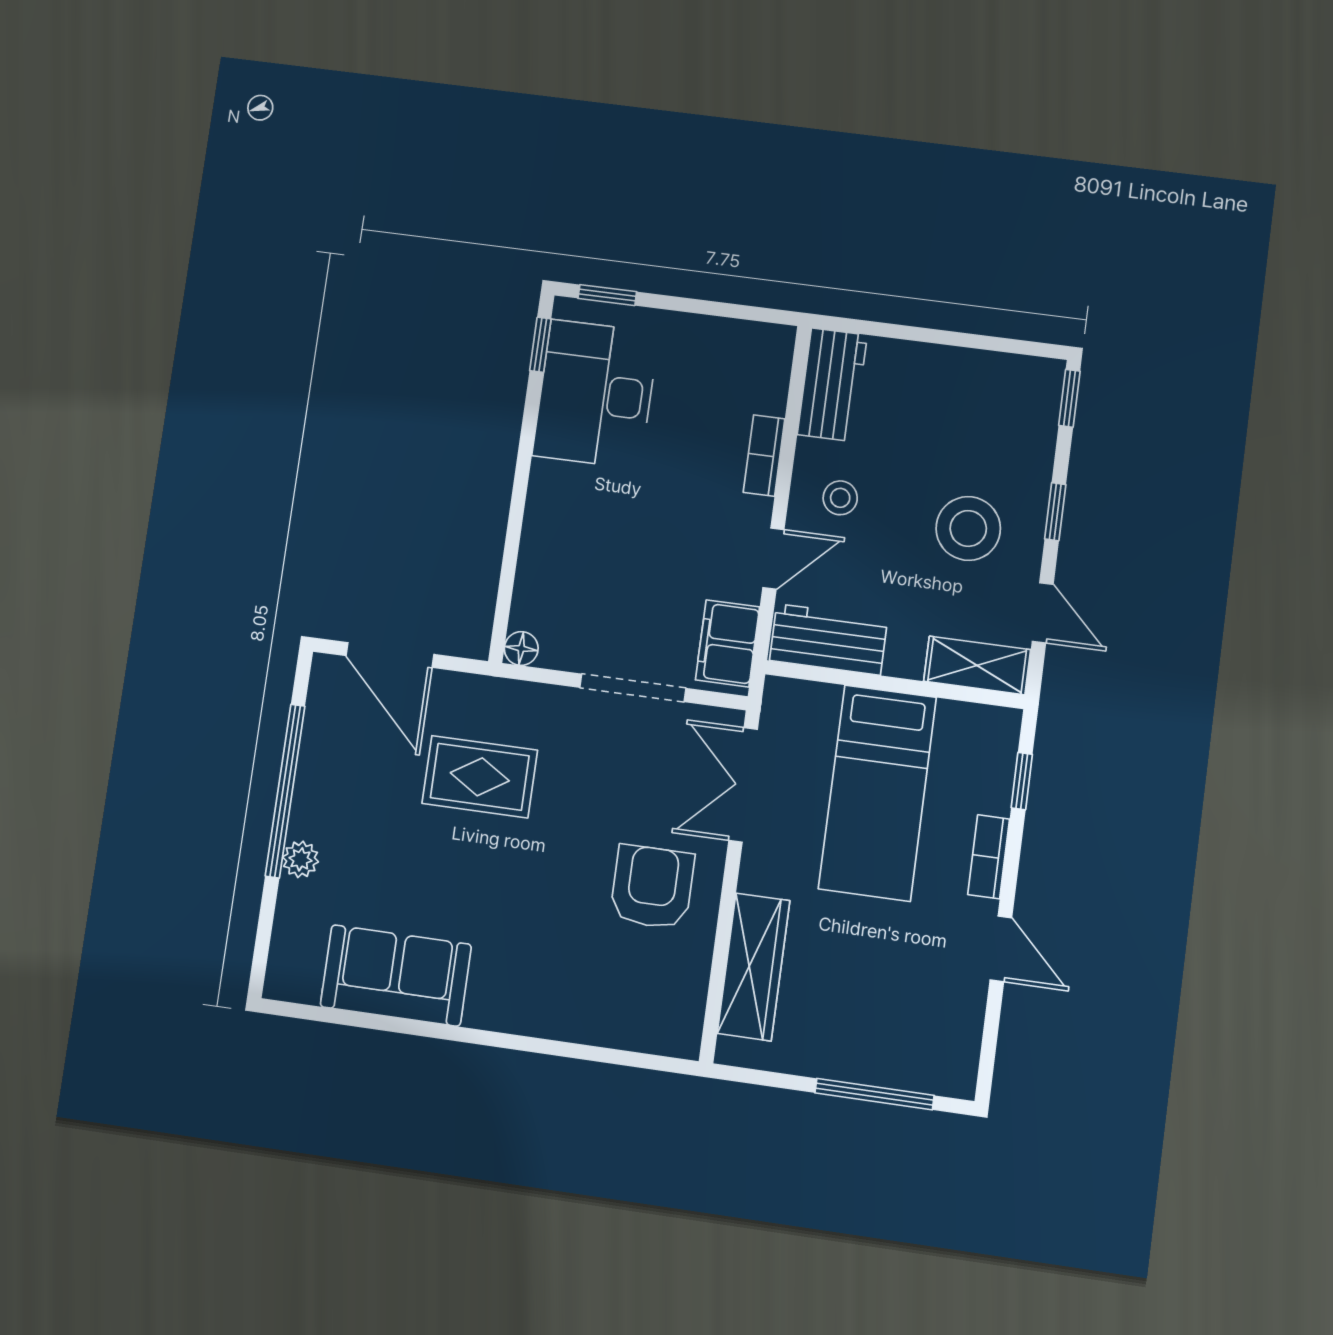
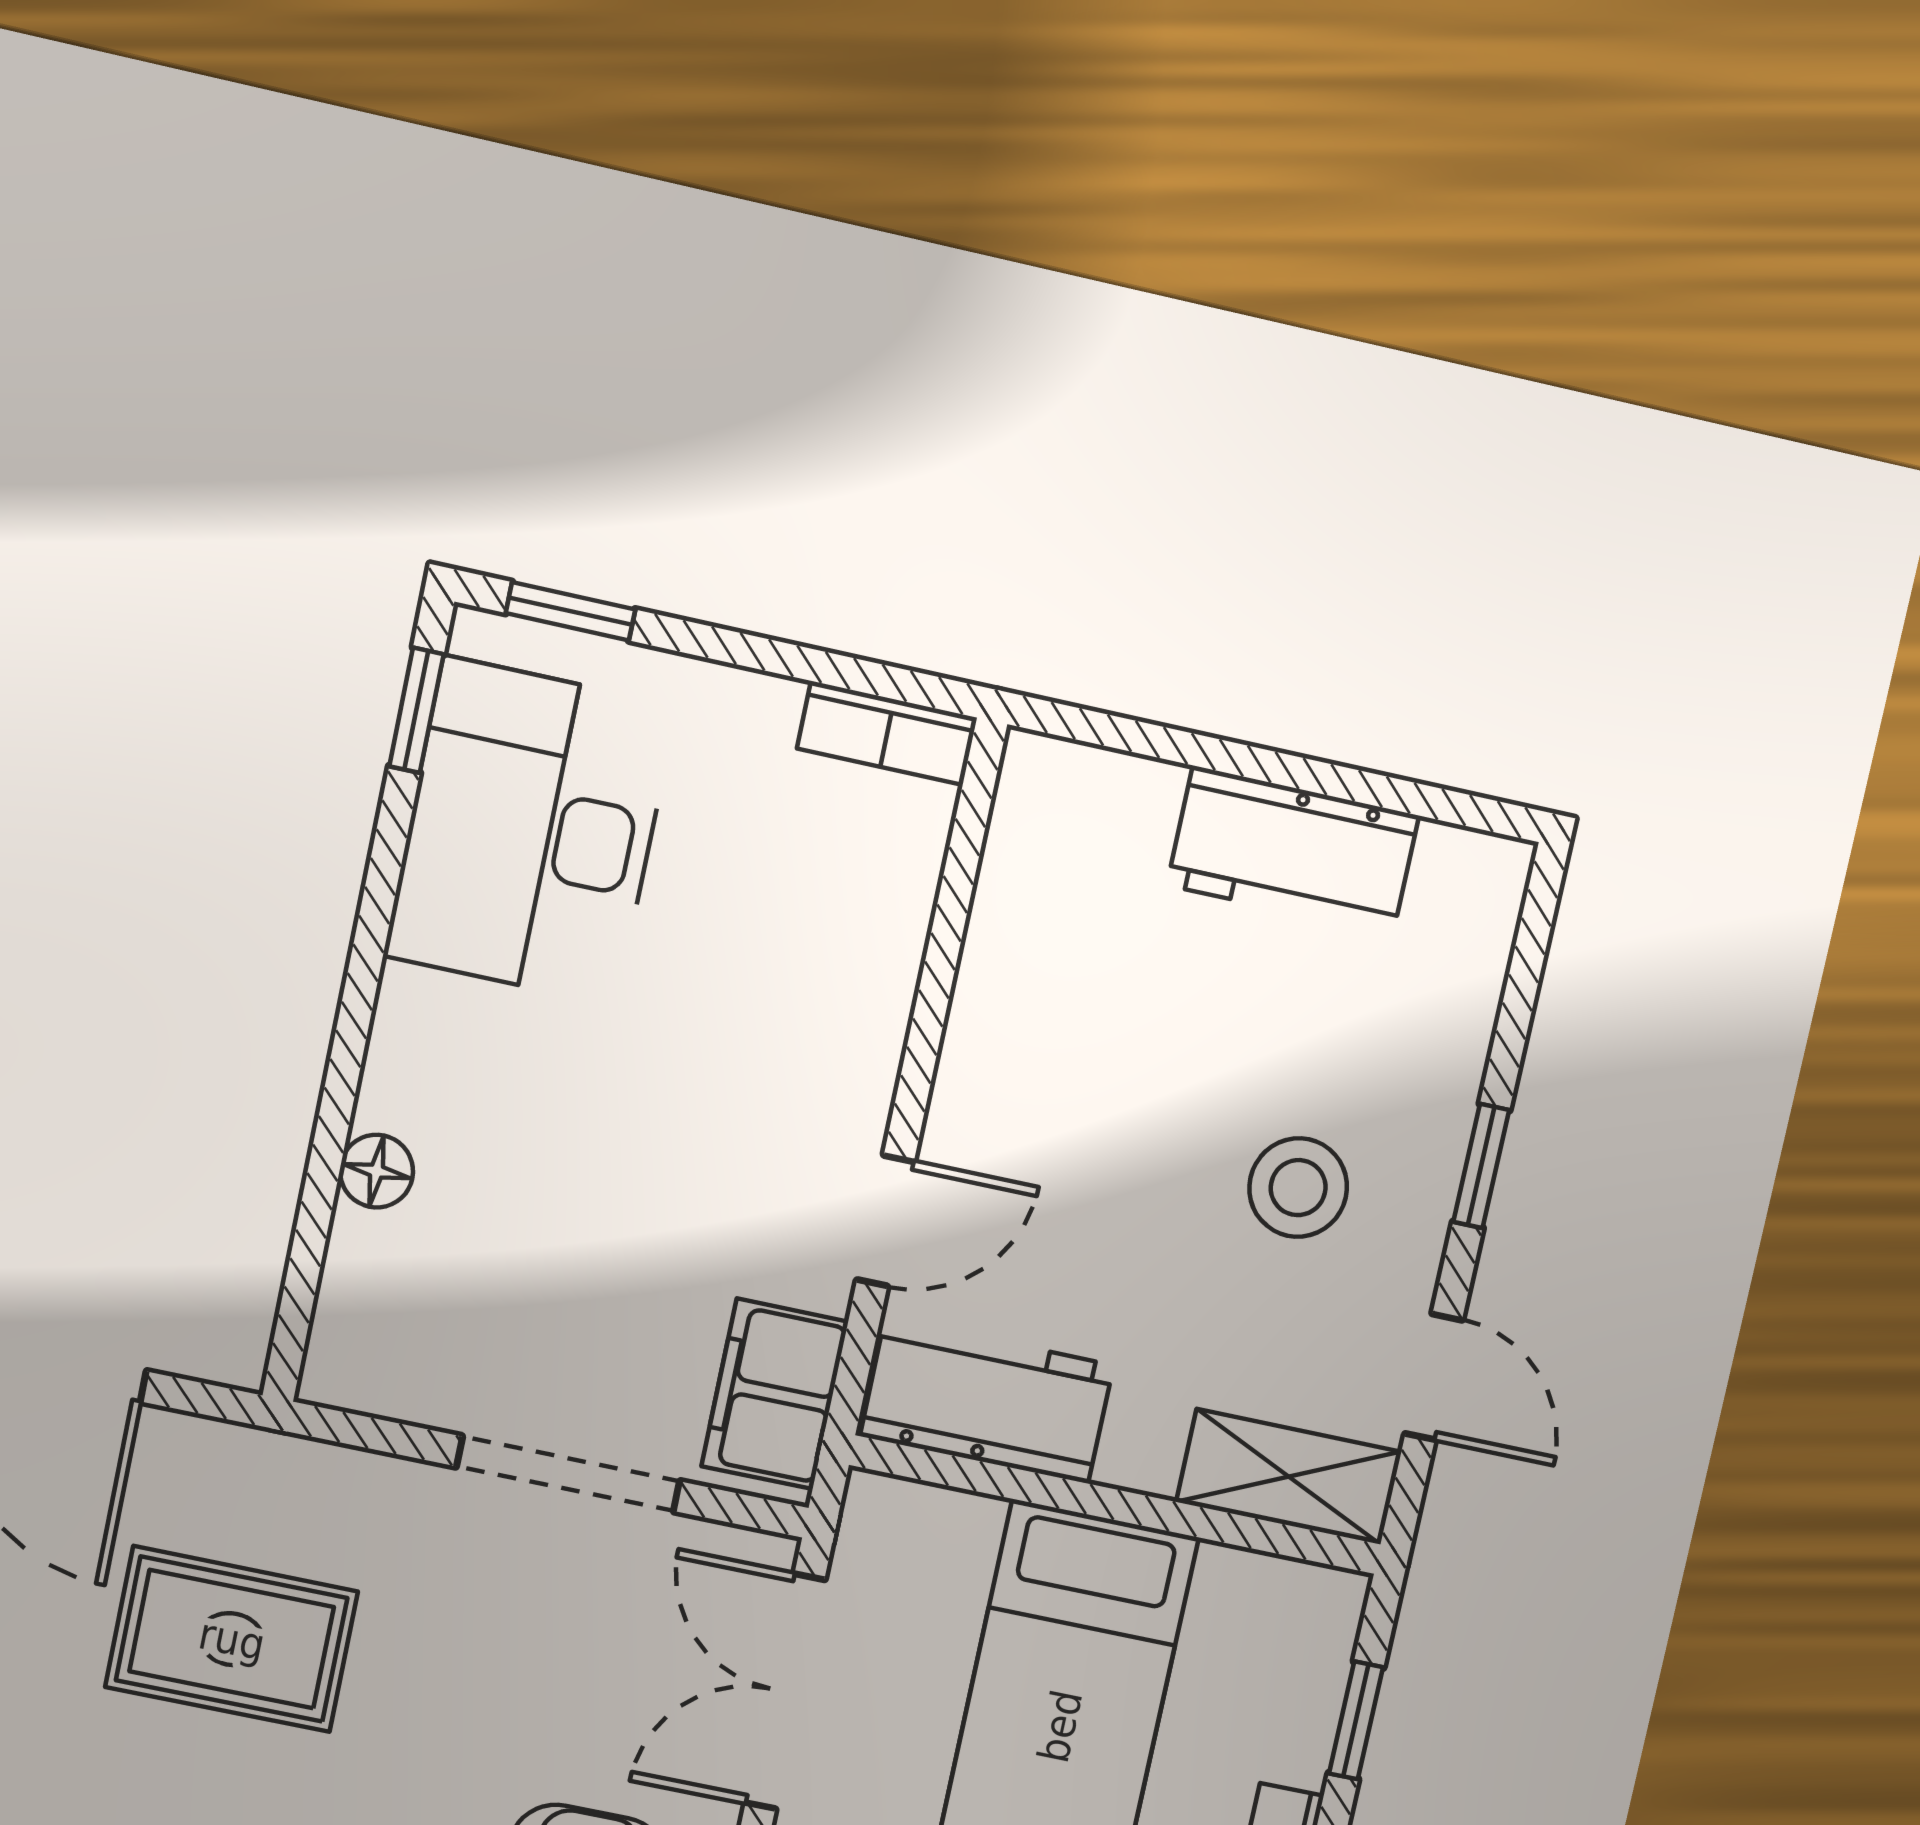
workbench: (832, 385) -> (1293, 850), moved, turned 90
window: (1069, 398) -> (1536, 926), removed
bookcase: (764, 456) -> (887, 733), moved, turned -90
stool: (840, 498) -> (1037, 1101), removed
stool: (968, 528) -> (1298, 1188), width x0.73, depth x0.73
floor lamp: (521, 648) -> (377, 1171), moved

